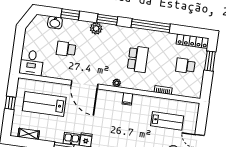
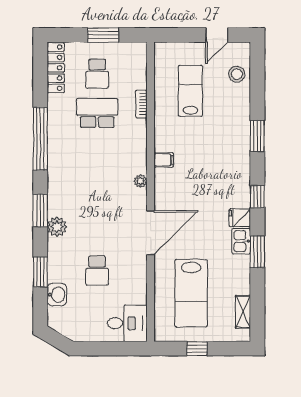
school desk: (138, 59) -> (97, 113), moved
window: (210, 61) -> (103, 35), moved

